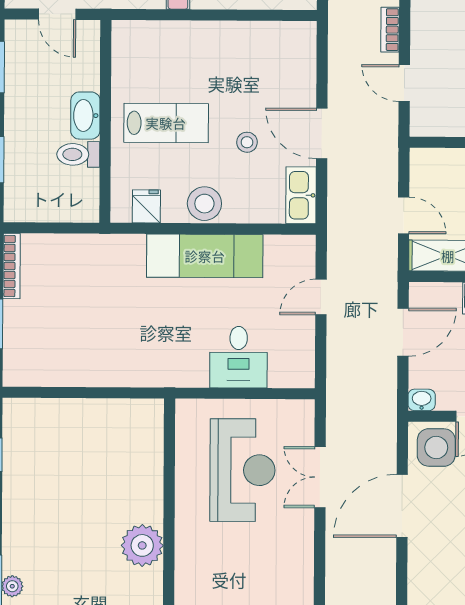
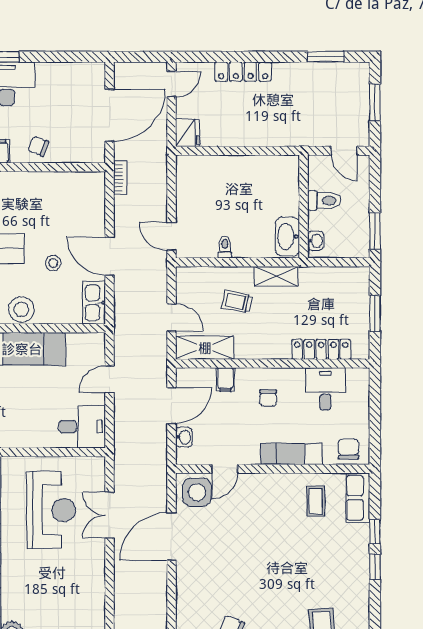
bookcase: (390, 30) -> (120, 178), moved, turned 180
door: (404, 83) -> (171, 236), moved
desk: (239, 357) -> (82, 427), moved, turned -90
washbasin: (422, 400) -> (184, 437), moved, turned 90

